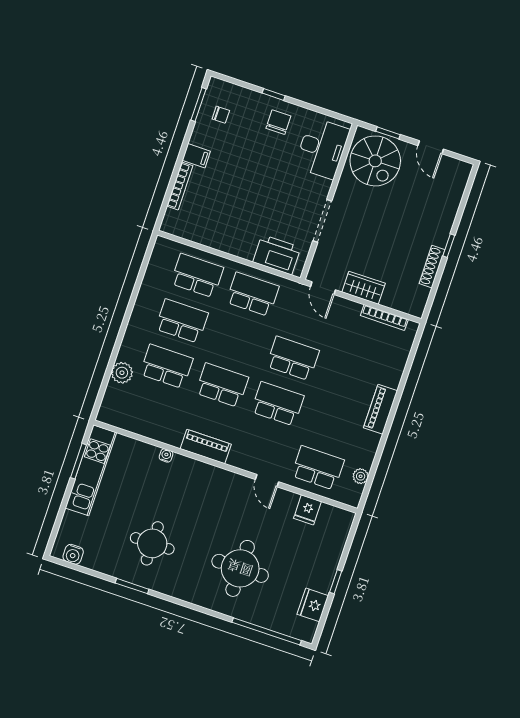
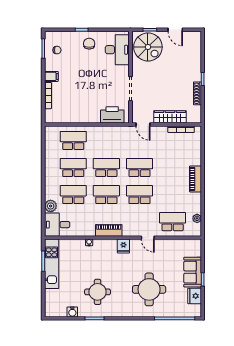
wardrobe: (364, 288) -> (170, 117), width x1.50
school desk: (253, 294) -> (106, 168), moved
desk: (122, 408) -> (57, 225), added
fridge: (307, 510) -> (123, 246), moved
water cooler: (73, 554) -> (72, 312), moved
sofa: (323, 564) -> (193, 272), added

